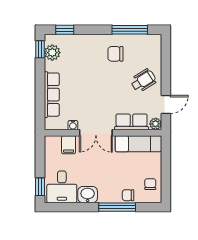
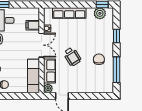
window: (65, 30) -> (116, 36), moved
wheelchair: (143, 81) -> (72, 57), moved
double door: (96, 133) -> (42, 45), swing flipped

